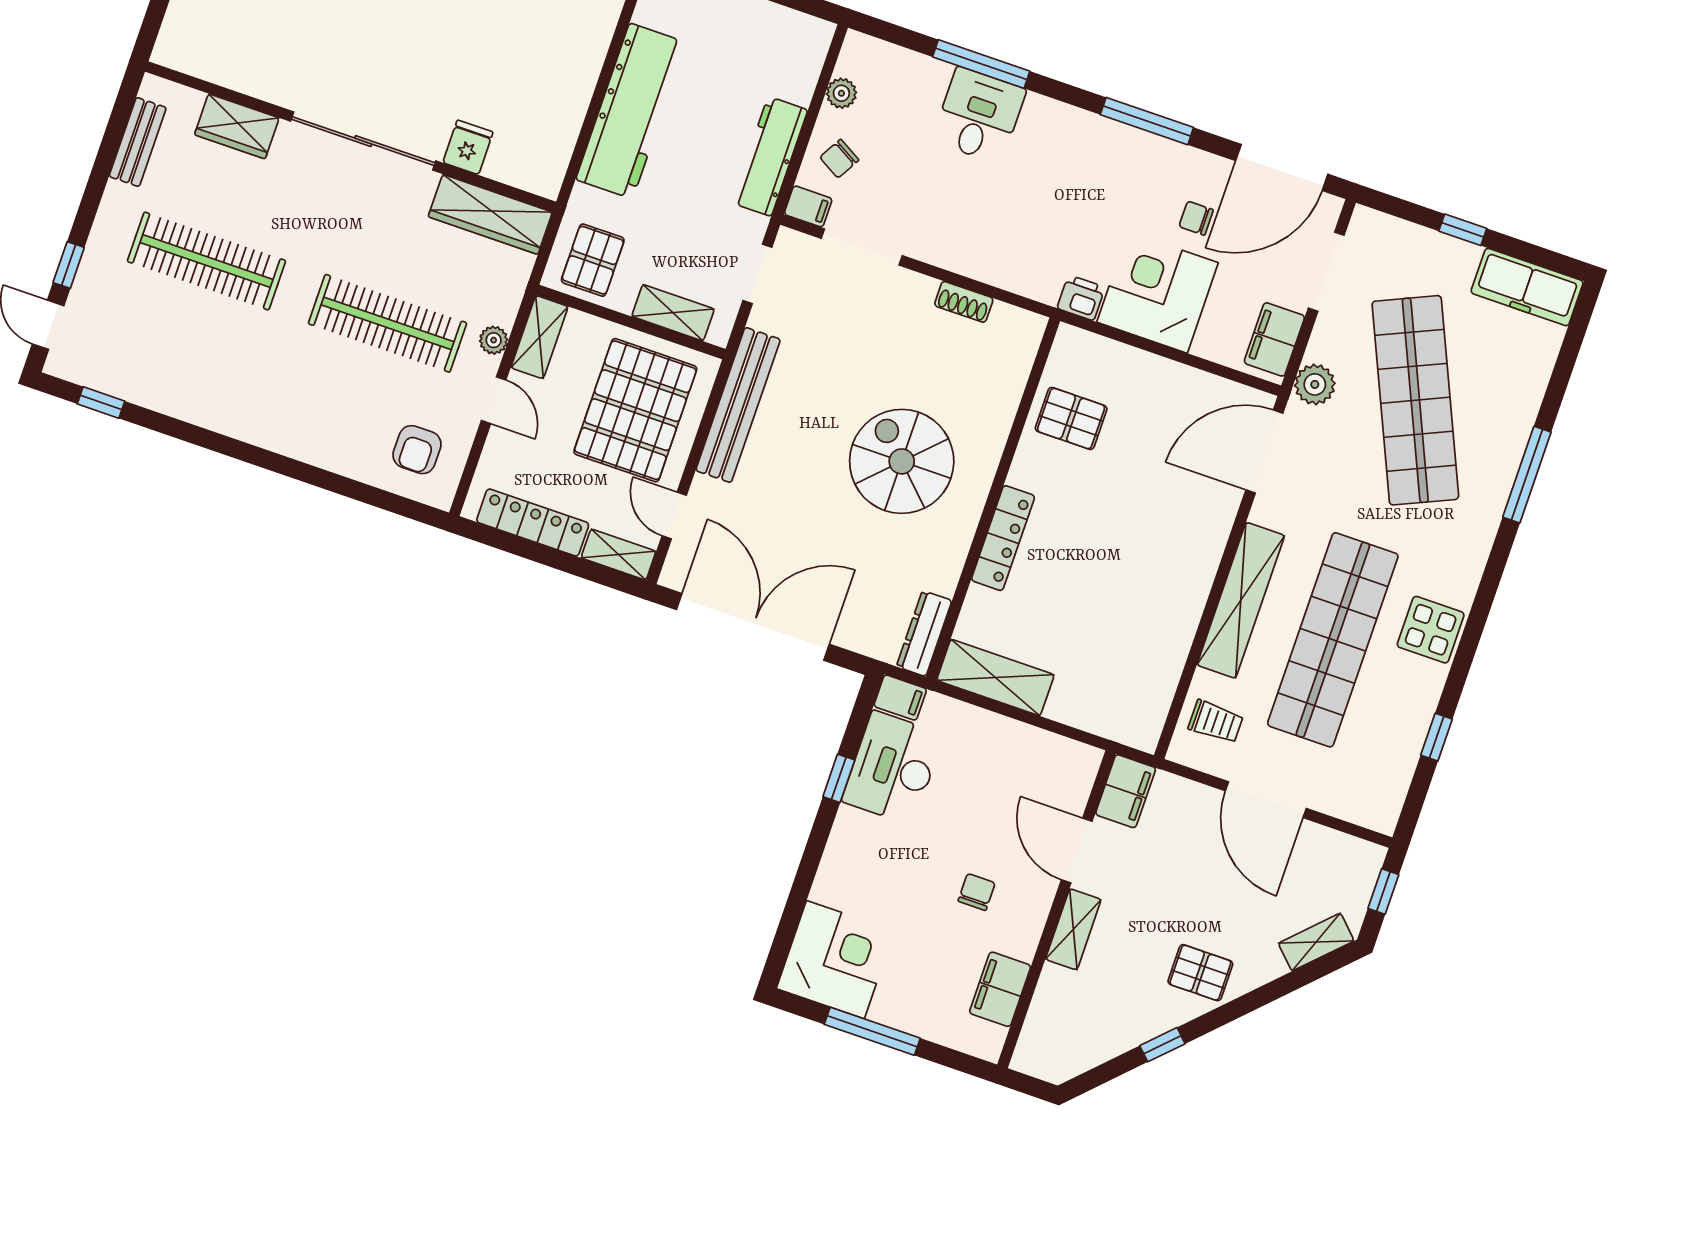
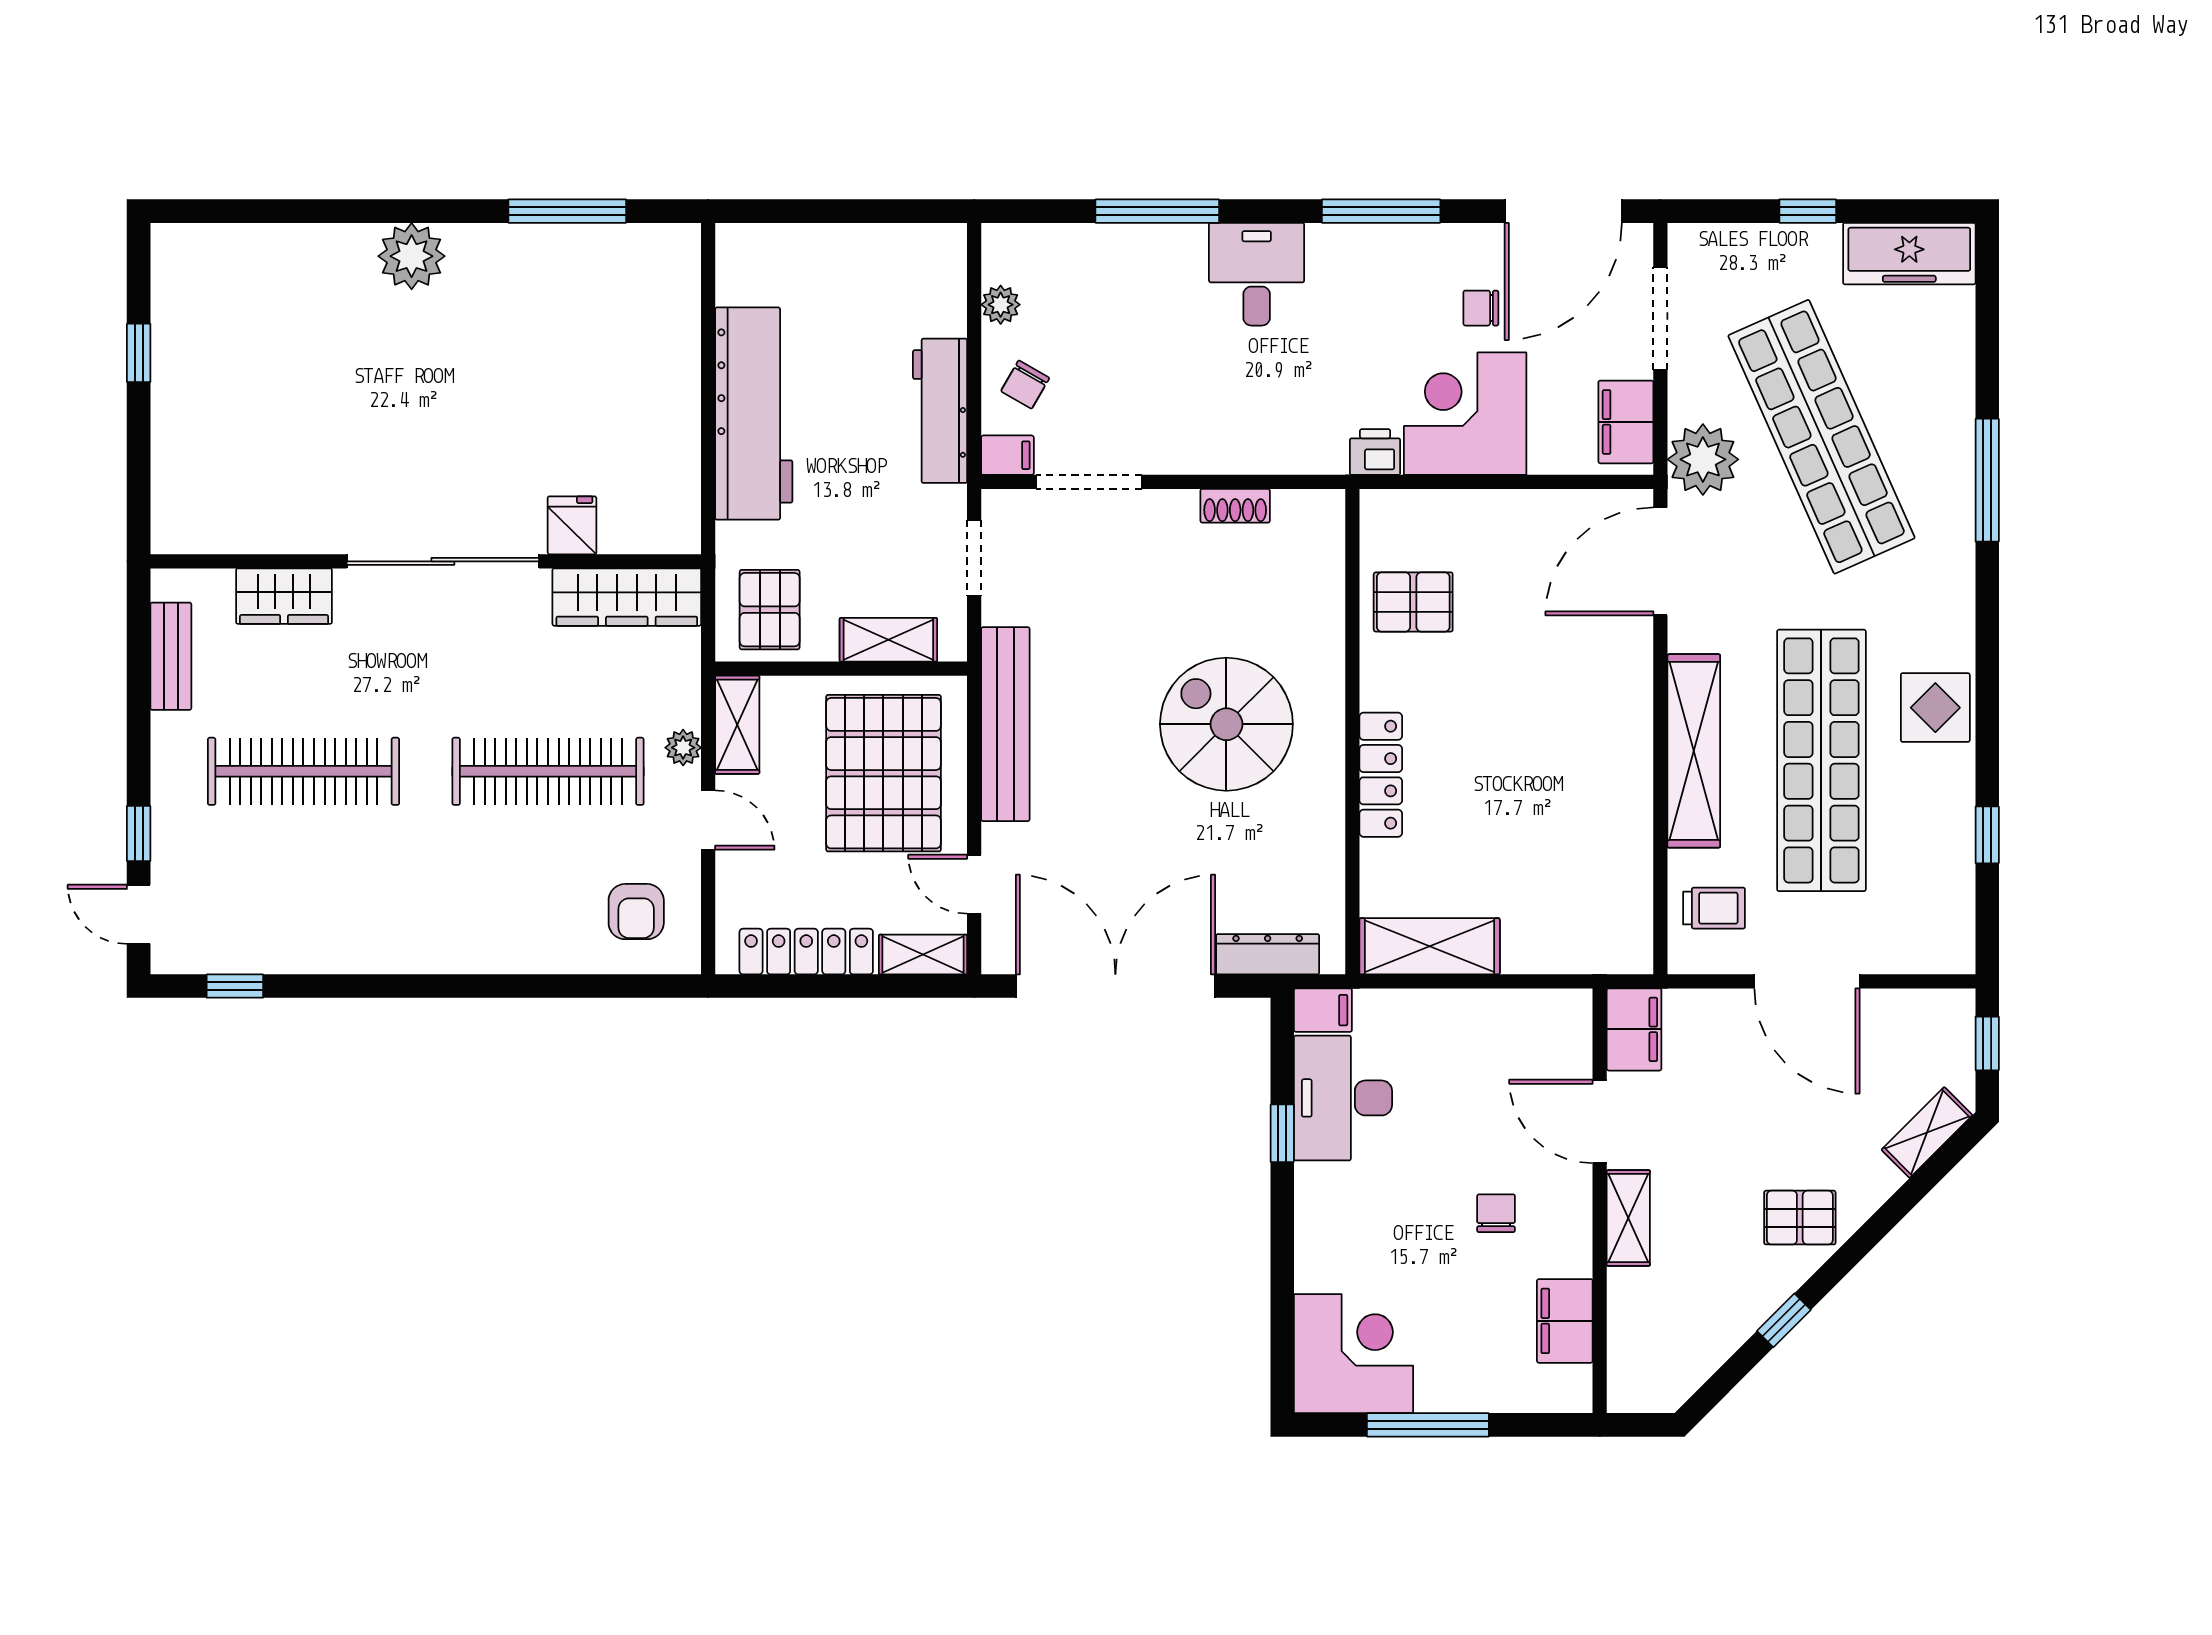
desk: (979, 115) -> (1257, 274), moved
plant: (1315, 384) -> (1703, 459), width x1.36, depth x1.36
dresser: (924, 634) -> (1268, 954), moved, turned 90

